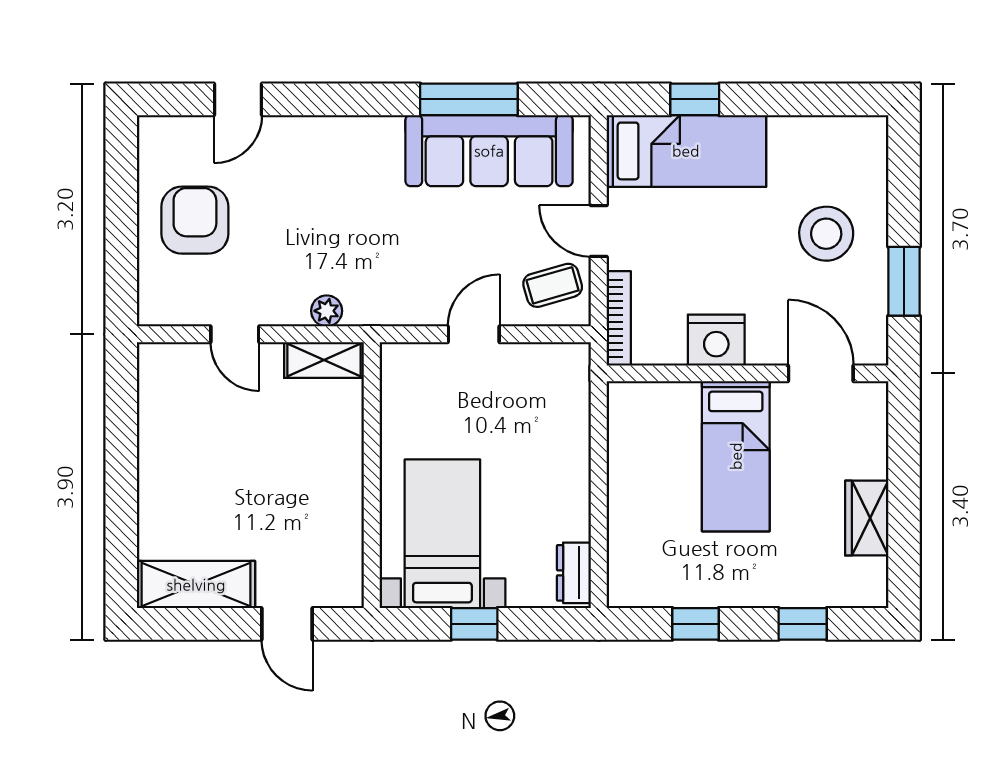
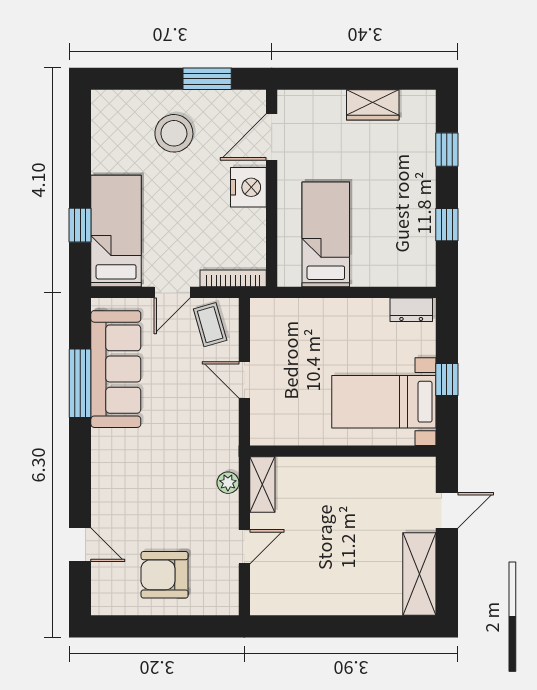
nightstand: (716, 340) -> (248, 187), moved
bed: (736, 456) -> (326, 234), moved, turned -90

